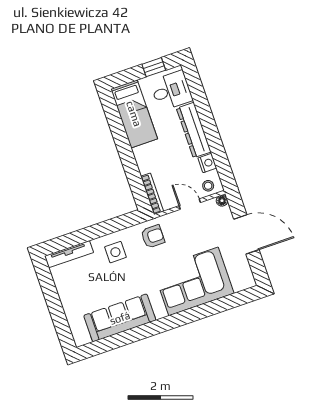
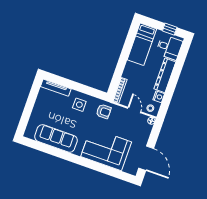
door: (246, 234) -> (146, 158), moved

